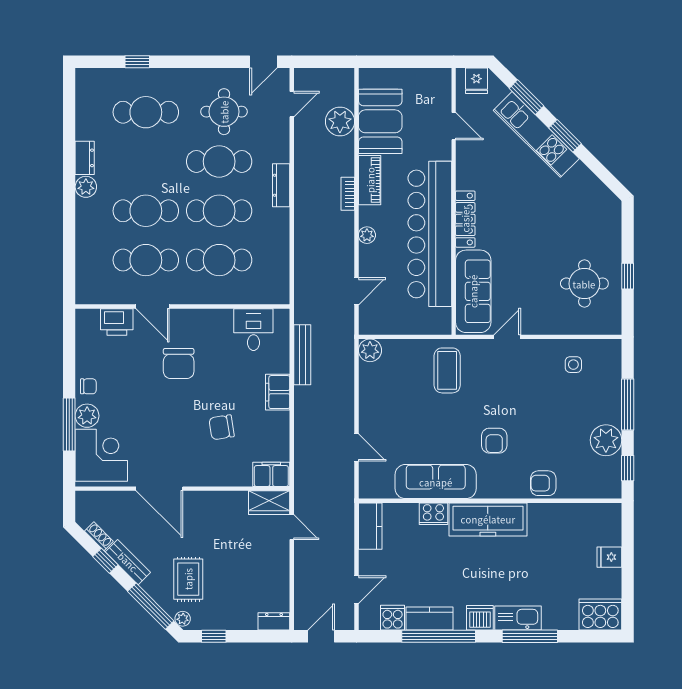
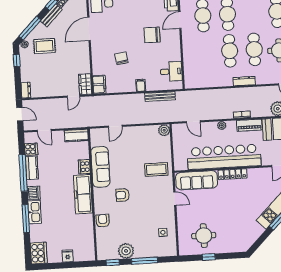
cafe table: (219, 260) -> (205, 52), removed
filing cabinet: (278, 392) -> (141, 85), width x0.50

